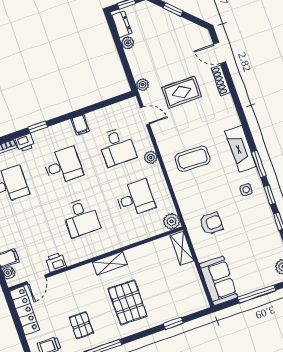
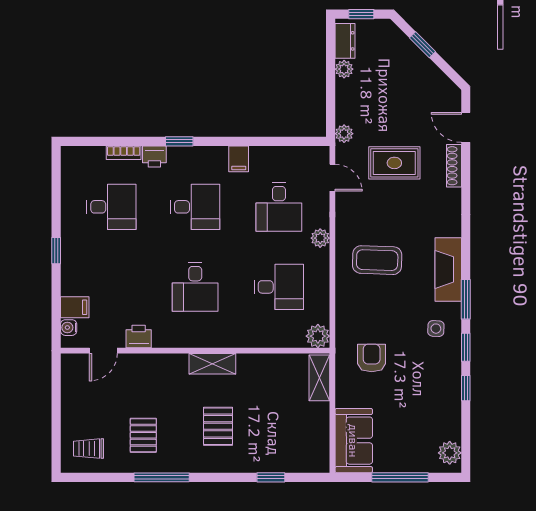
armchair: (211, 223) -> (372, 358), turned -90
pallet: (128, 302) -> (218, 426), width x0.67, depth x0.71
locker: (24, 311) -> (72, 387), removed

